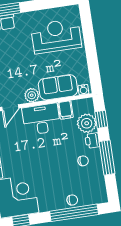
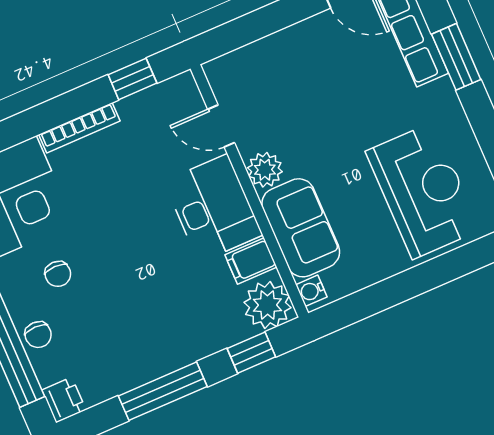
plant: (87, 123) -> (267, 305), moved
printer: (92, 140) -> (64, 400), moved, turned 90
chair: (83, 161) -> (58, 274), moved

